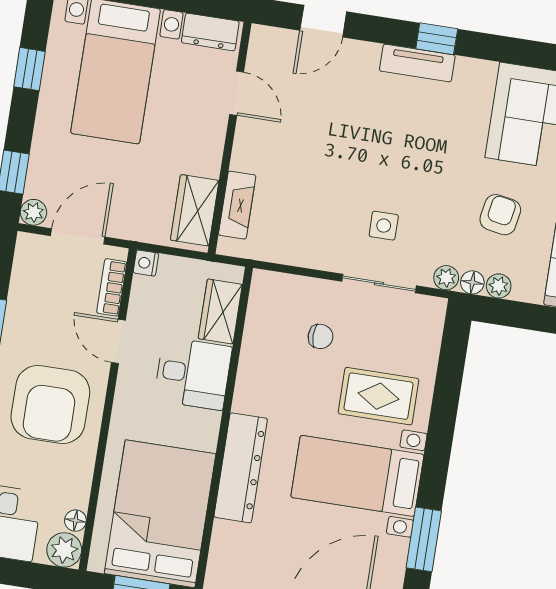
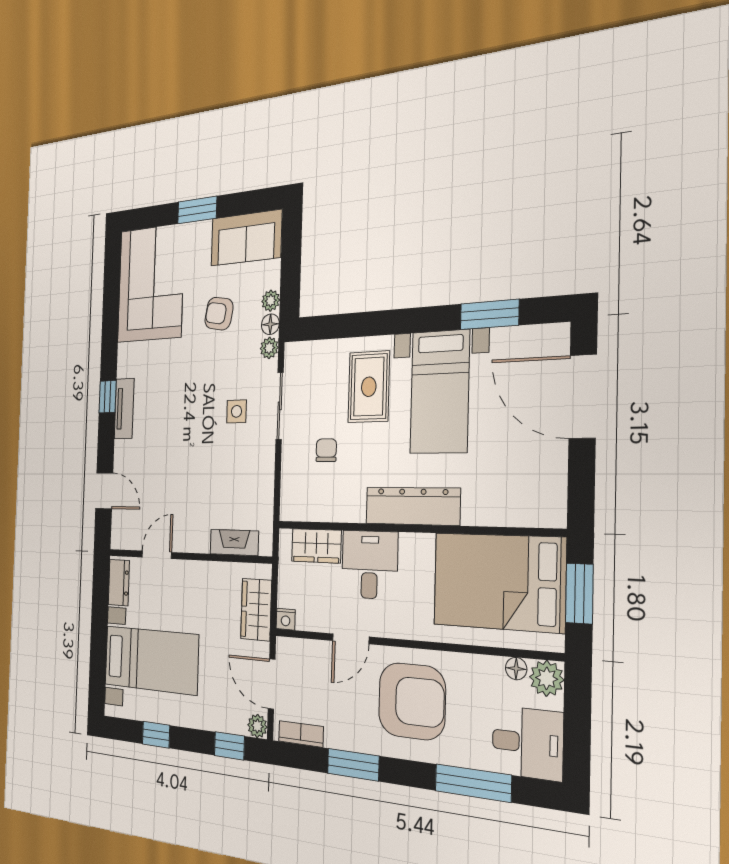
wardrobe: (195, 210) -> (256, 610), moved, turned 90
bookcase: (112, 287) -> (301, 734), moved, turned 180
dresser: (241, 468) -> (412, 506), moved

